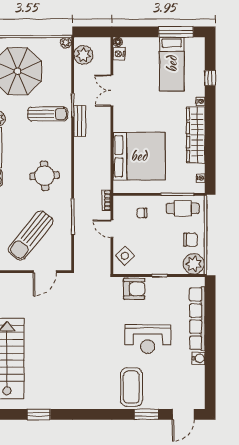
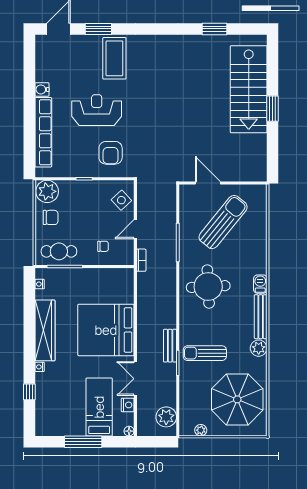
window: (176, 32) -> (83, 442), moved
plant: (66, 43) -> (201, 430), moved
nightstand: (119, 54) -> (128, 405), moved
bed: (172, 64) -> (99, 407), moved
double door: (112, 91) -> (135, 379), swing flipped
bed: (139, 156) -> (106, 330), moved
round table: (44, 176) -> (208, 287), width x1.36, depth x1.36
door: (112, 229) -> (135, 229), swing flipped
chair: (191, 240) -> (51, 217), turned 180
door: (45, 272) -> (208, 183), hinge flipped
armchair: (134, 289) -> (111, 153), moved, turned -90

